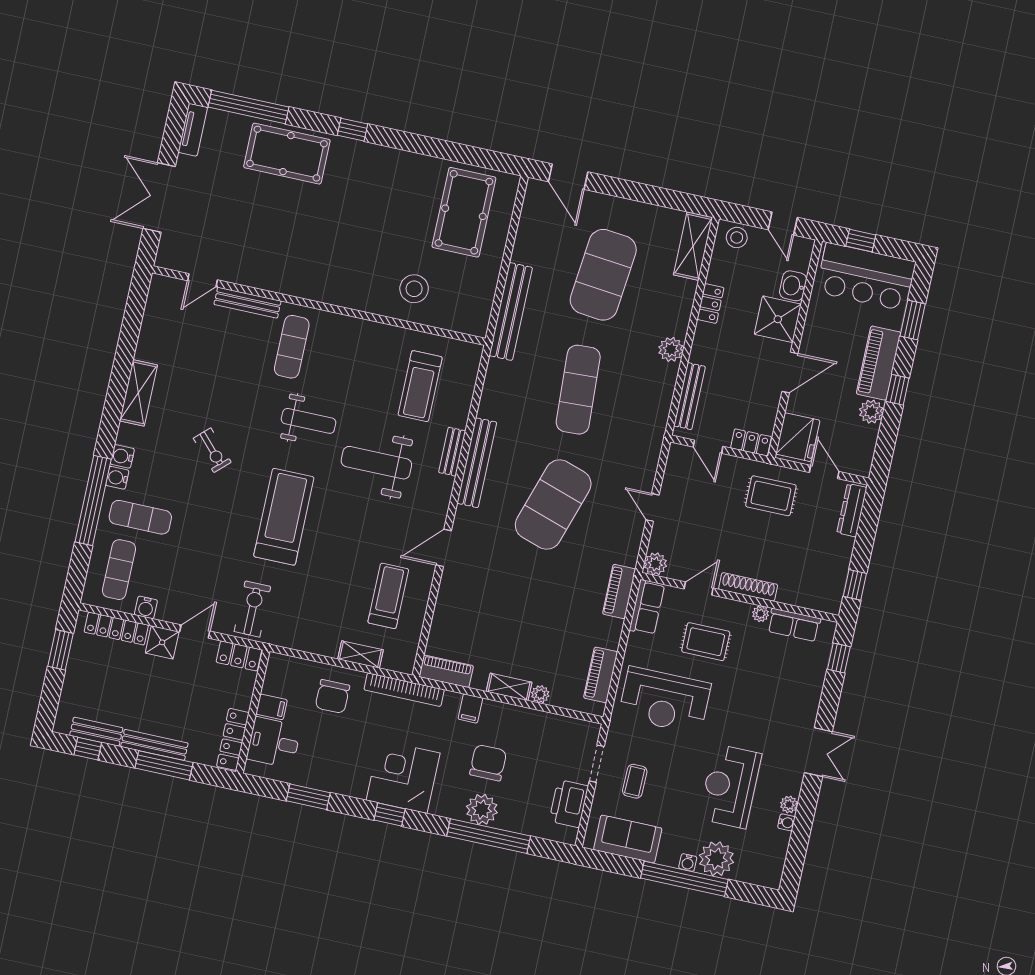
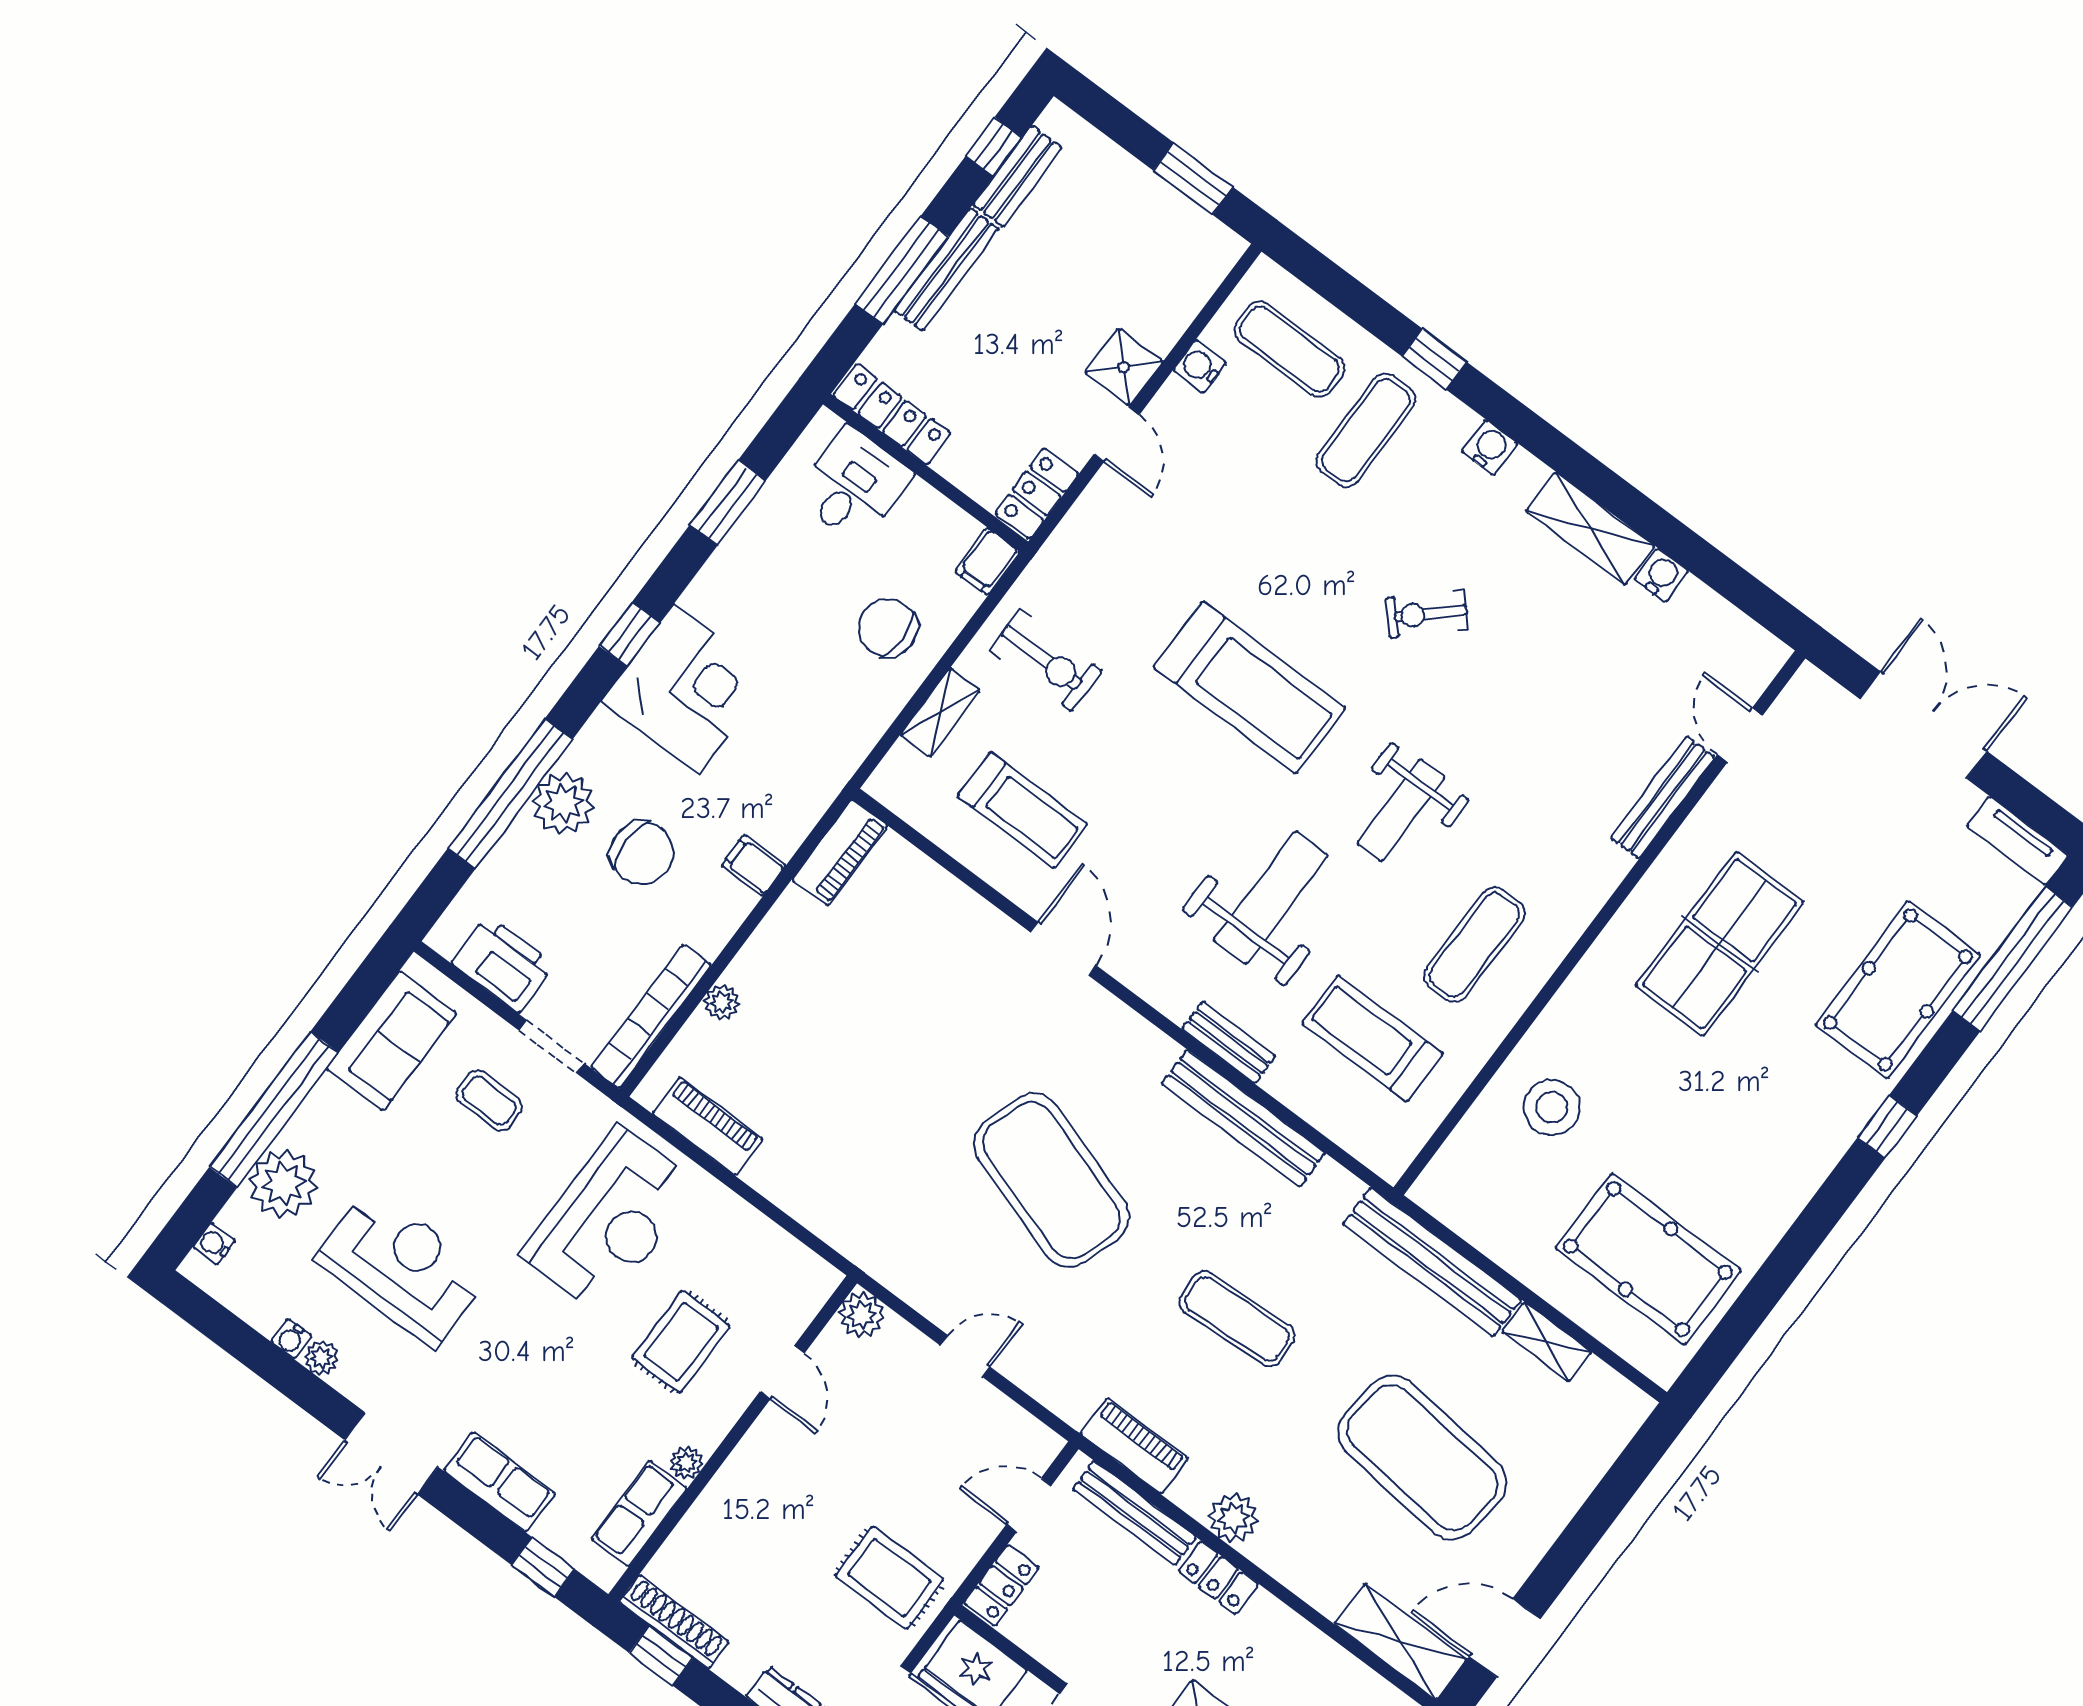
door: (568, 177) -> (1505, 1638), moved
table tennis table: (303, 246) -> (1720, 944), added
locker: (710, 304) -> (1218, 1578), moved
exercise mat: (292, 347) -> (1474, 945), moved, turned 90
exercise mat: (578, 390) -> (1237, 1319), width x0.73, depth x0.69
bench: (477, 463) -> (1243, 1118), moved
water cooler: (117, 478) -> (1661, 575), moved
rug: (771, 496) -> (889, 1578), turned 90
window: (93, 501) -> (1434, 359), width x0.32
shoe rack: (748, 587) -> (674, 1622), moved, turned -90
piano: (619, 591) -> (1134, 1446), moved
row of seats: (647, 607) -> (500, 1482), moved, turned 180
exercise bike: (252, 609) -> (1046, 660), moved
locker: (116, 629) -> (1186, 296), removed
shelving: (509, 687) -> (1547, 1342), moved, turned 90
bookcase: (404, 690) -> (651, 1016), moved
reception desk: (665, 700) -> (610, 1220), turned 180
filing cabinet: (272, 707) -> (987, 562), moved
water cooler: (688, 863) -> (214, 1244), moved

